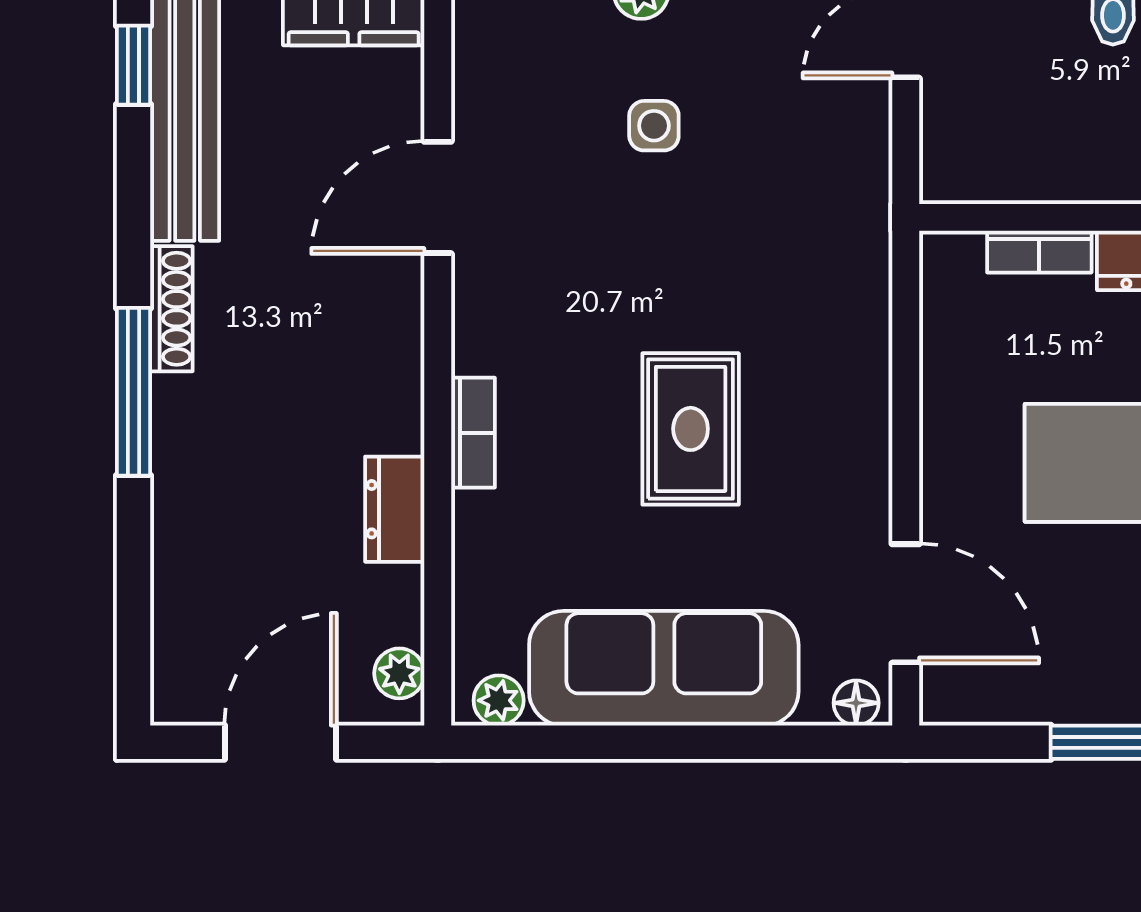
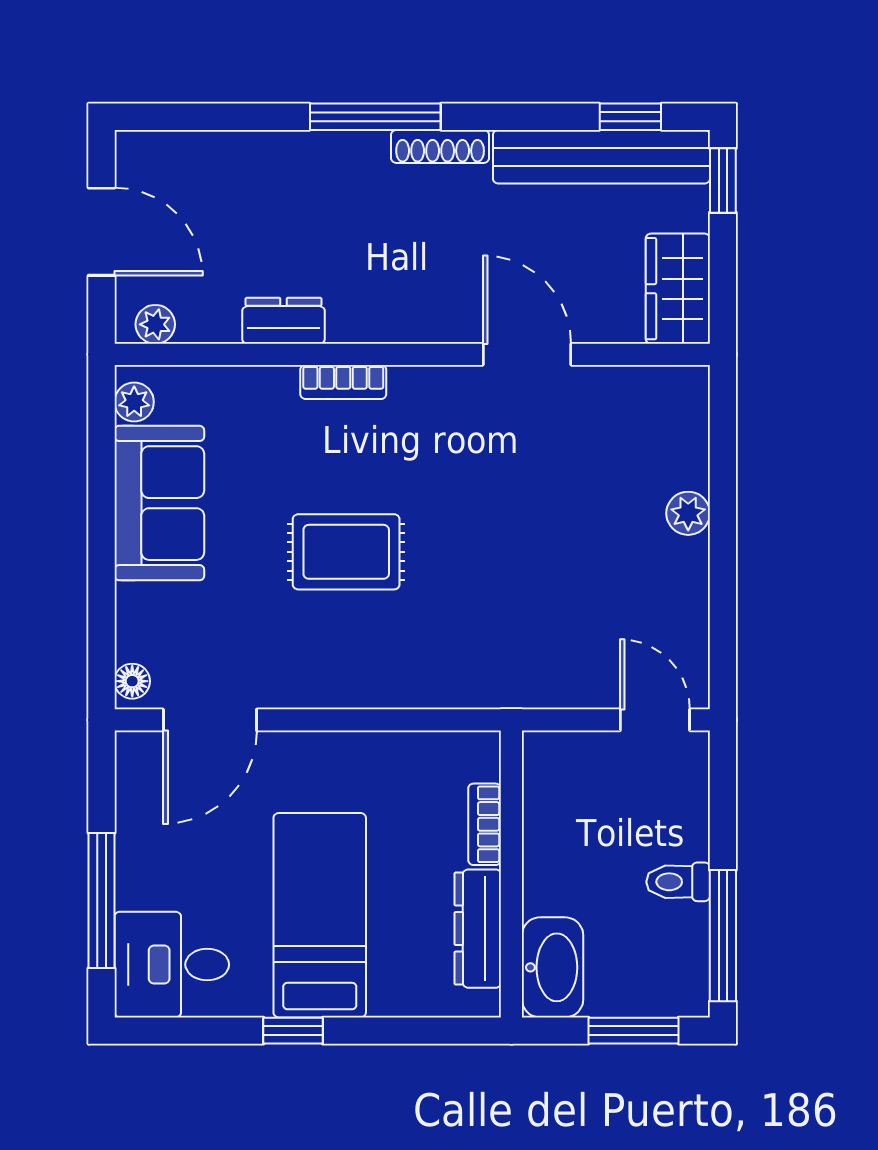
side table: (654, 126) -> (583, 523), removed
sofa: (664, 668) -> (159, 503), width x0.73

